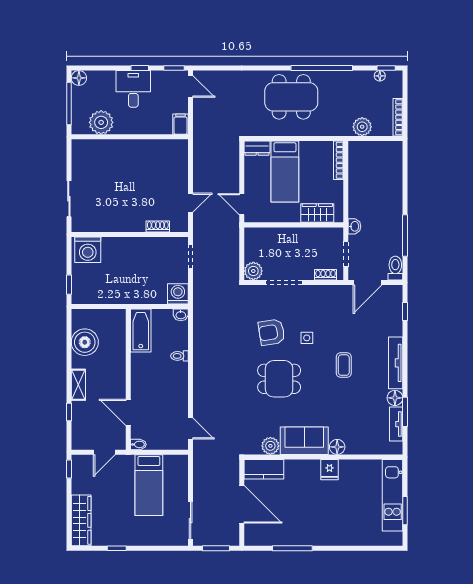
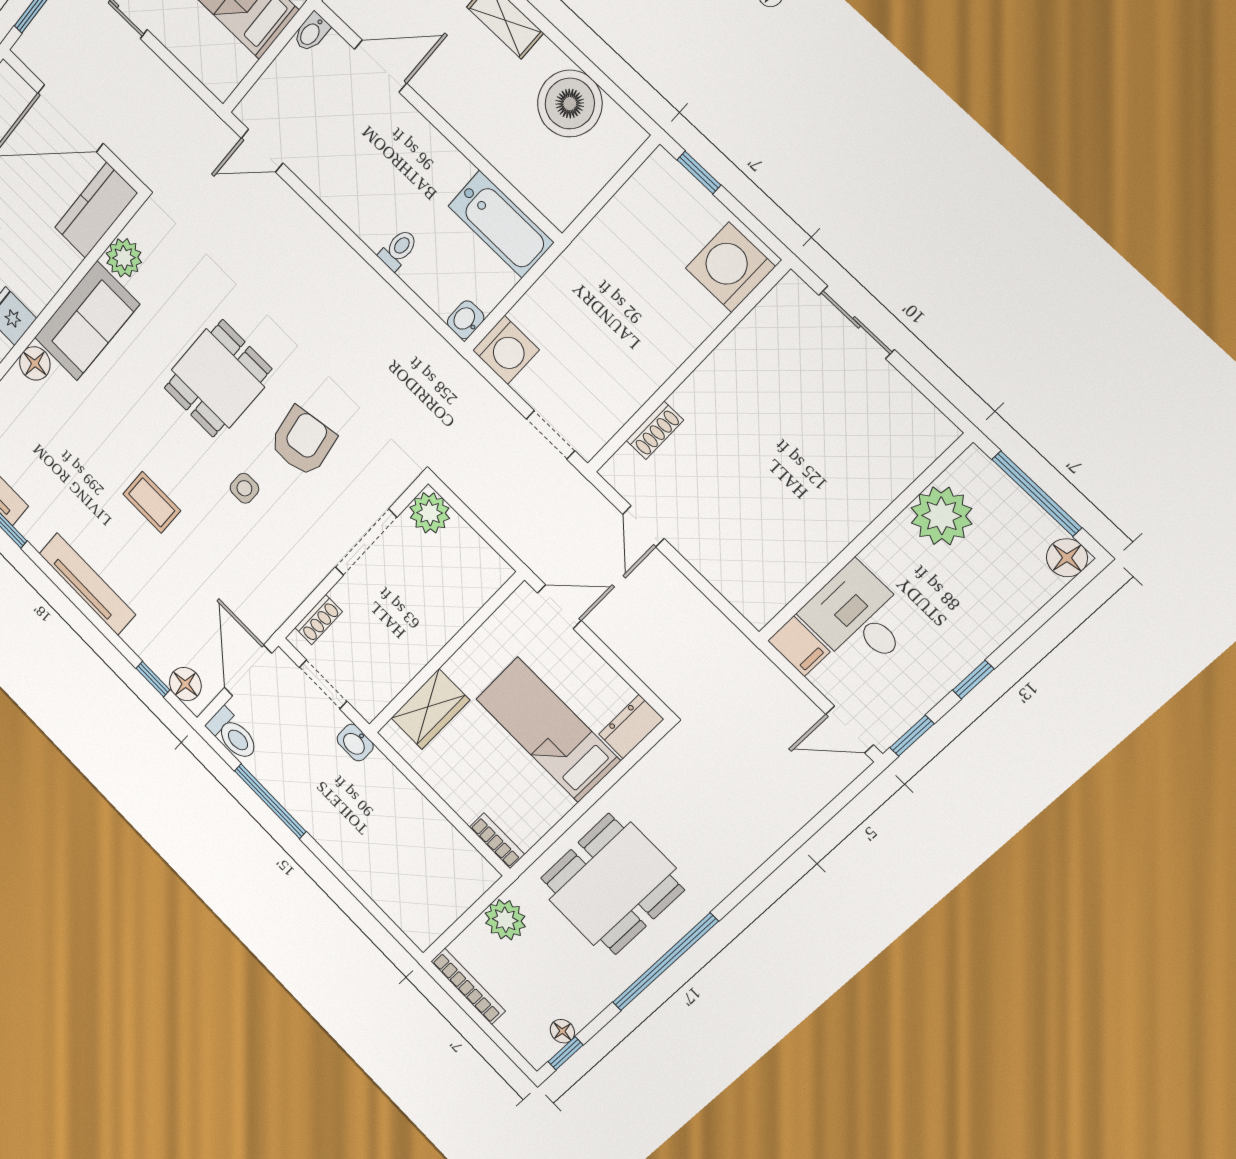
desk: (133, 89) -> (859, 618), moved, turned 180
dining table: (291, 97) -> (612, 884), moved
bookcase: (338, 160) -> (497, 841), width x0.64
floor lamp: (395, 398) -> (185, 684), moved

